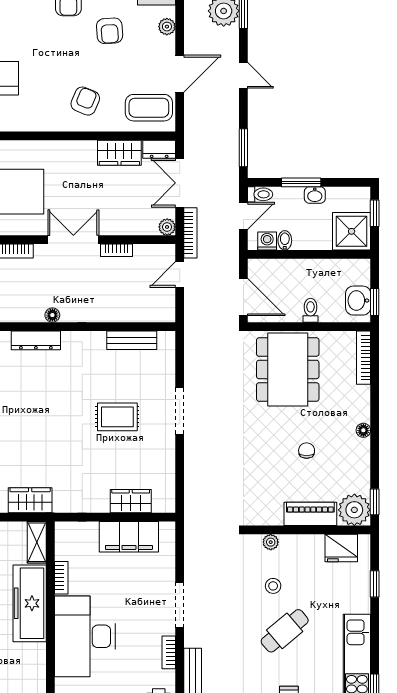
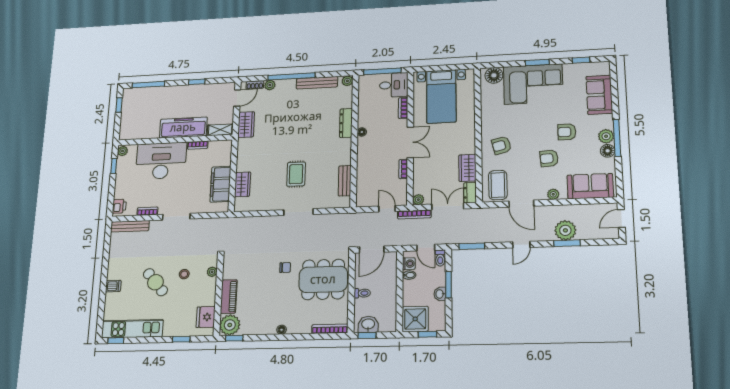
armchair: (85, 101) -> (501, 145), turned 143
chair: (307, 451) -> (285, 268), moved

